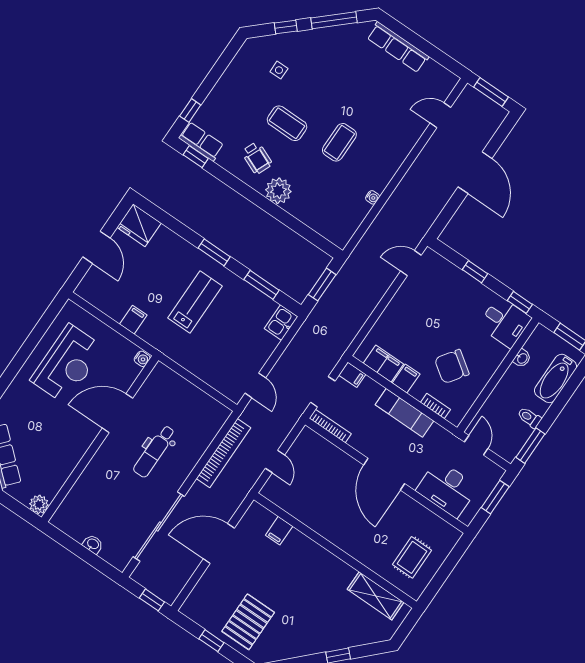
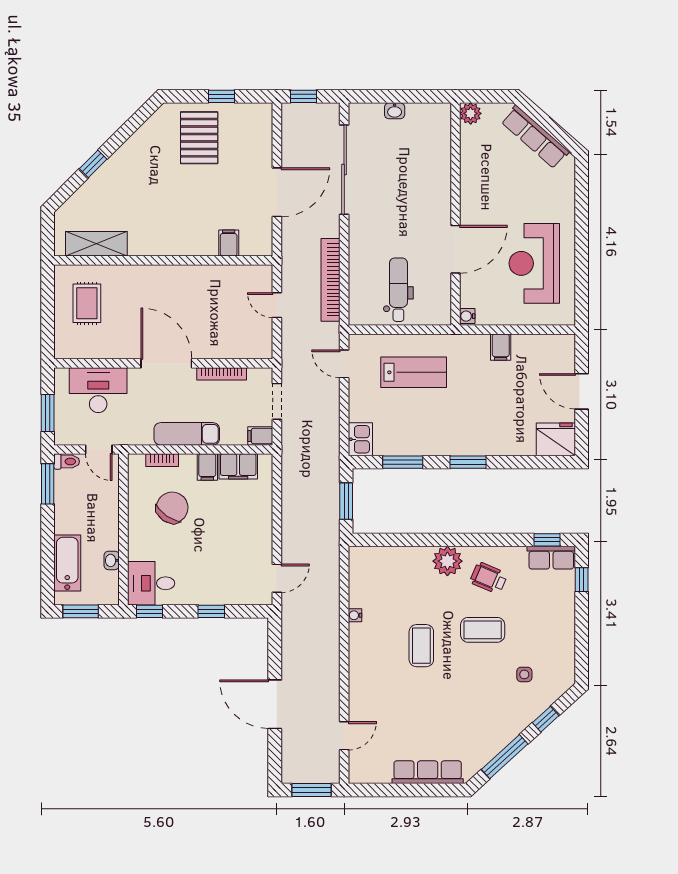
lab bench: (195, 302) -> (414, 372), moved, turned -90
toilet: (529, 418) -> (67, 462), moved
bookcase: (330, 426) -> (222, 374), moved
dental chair: (154, 451) -> (398, 290), moved

